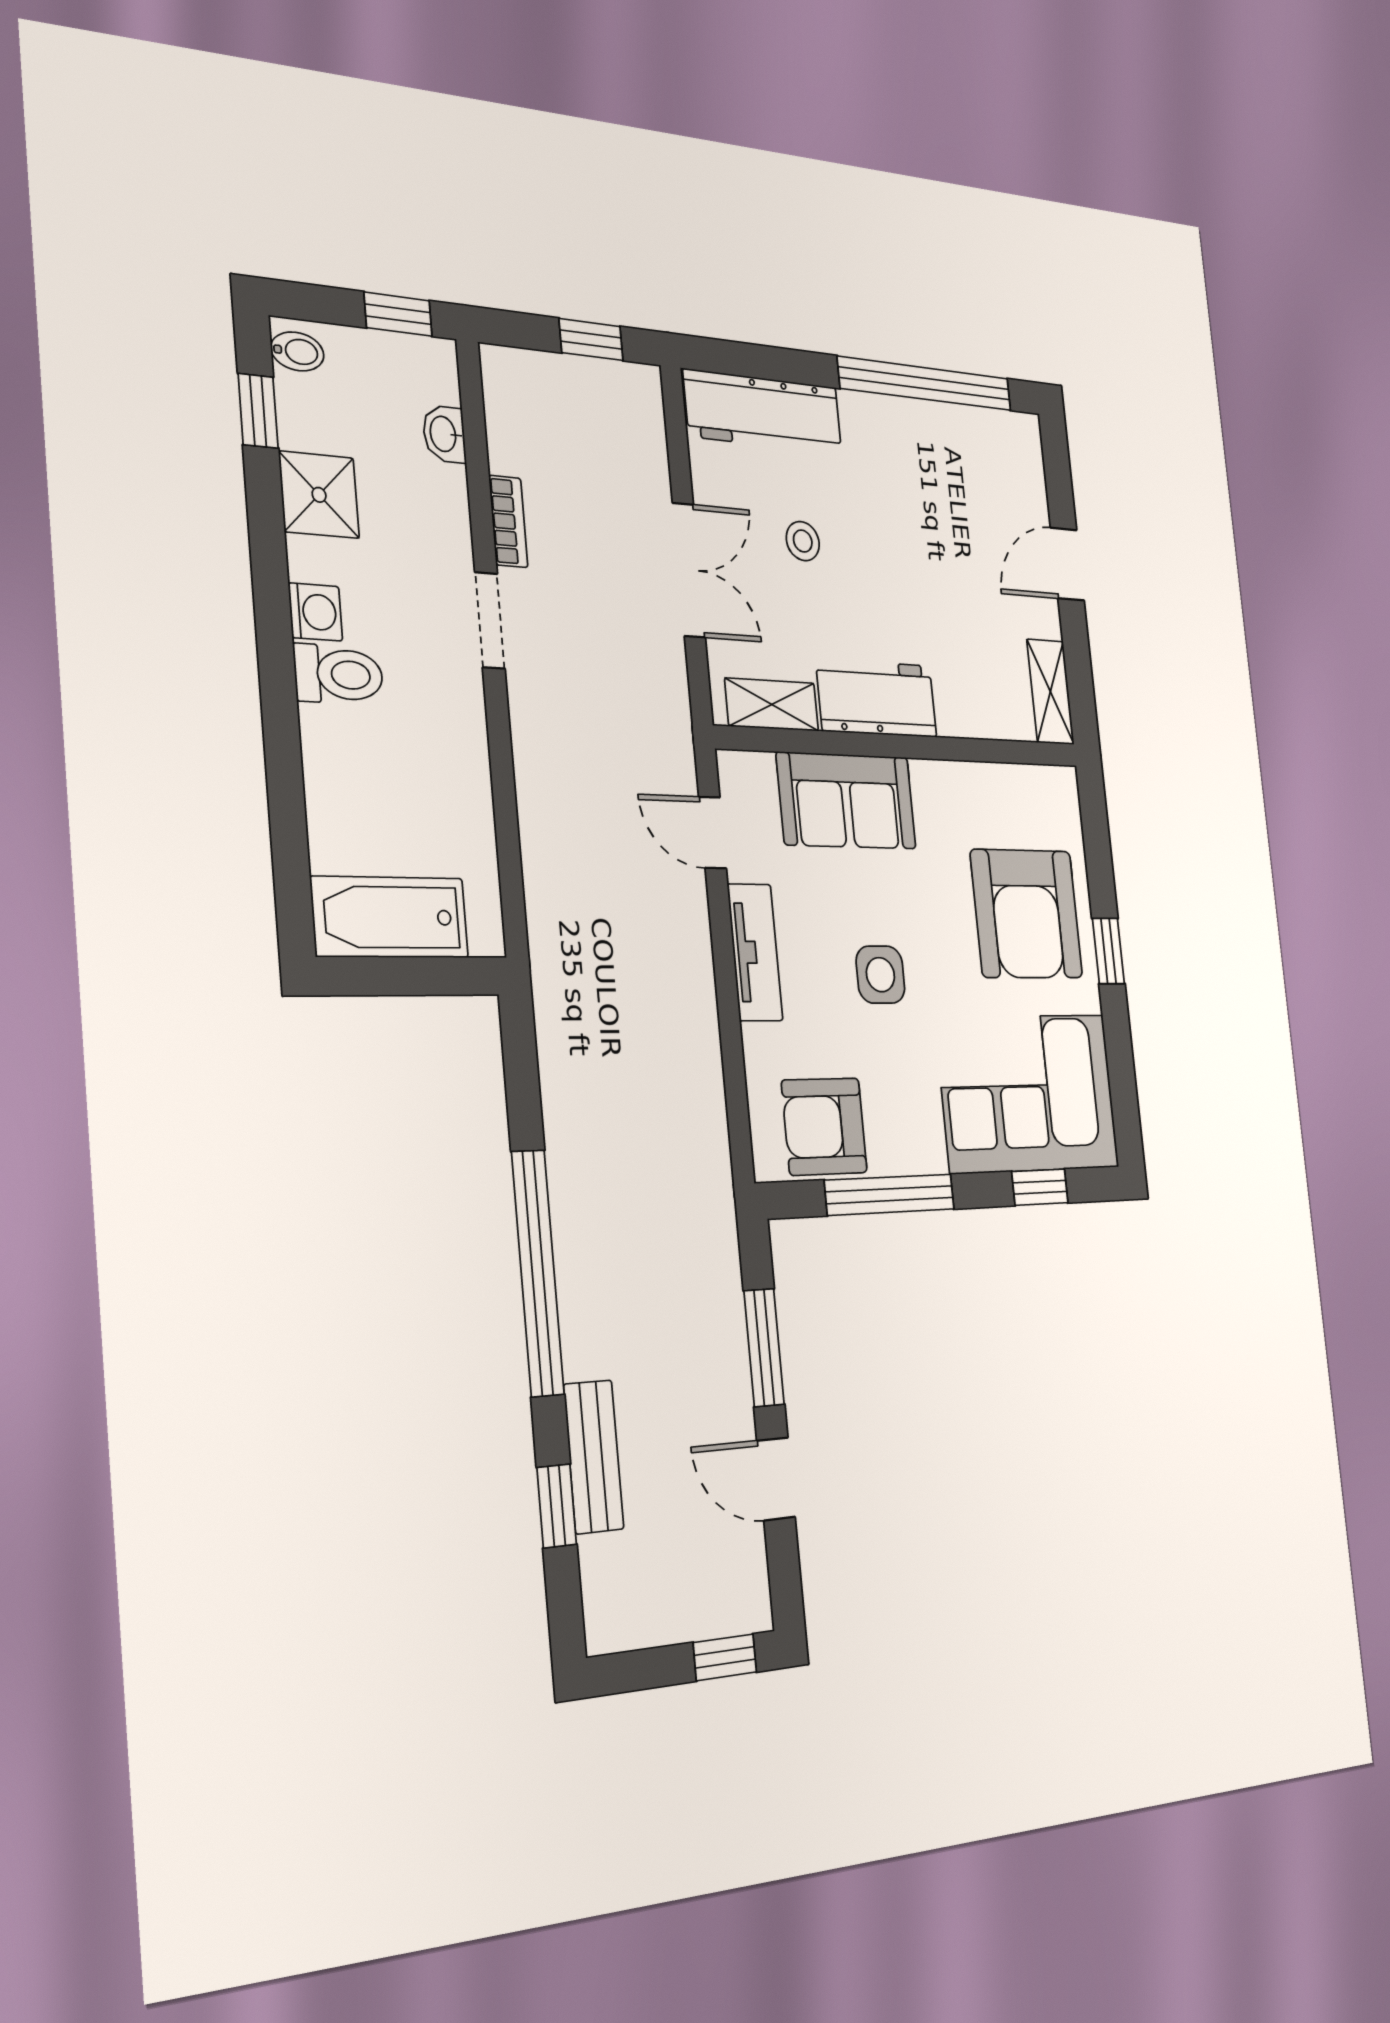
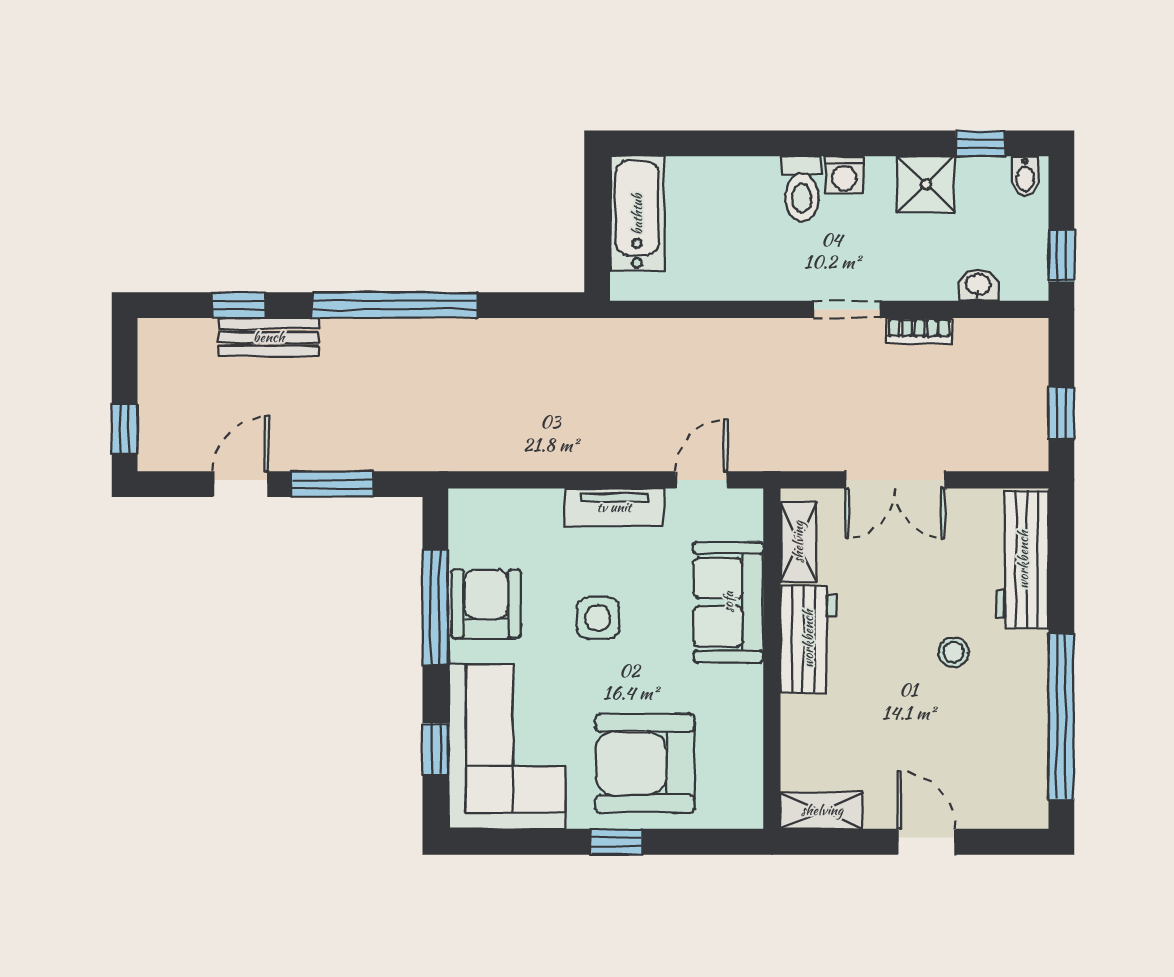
stool: (803, 541) -> (953, 652), moved
armchair: (824, 1126) -> (486, 604), moved

